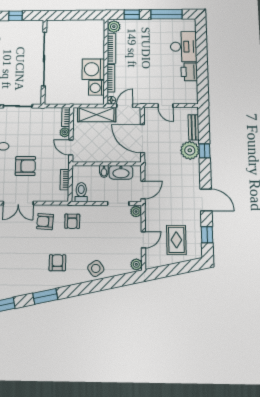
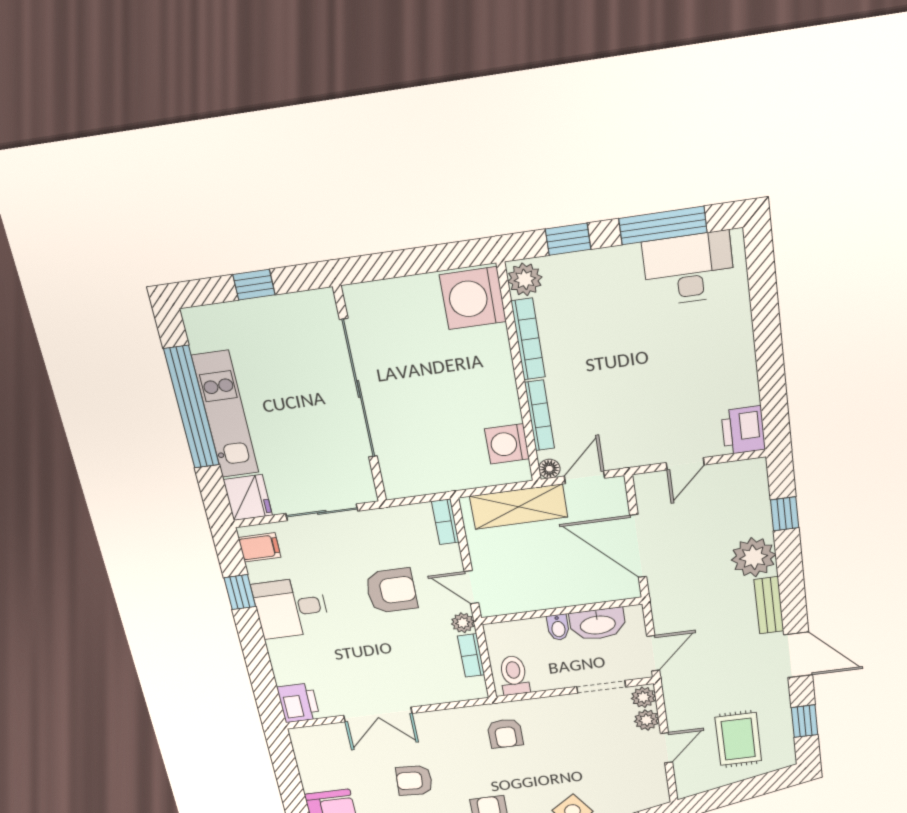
desk: (183, 47) -> (689, 269), moved, turned -90
washing machine: (93, 69) -> (473, 298), moved
printer: (189, 72) -> (743, 430), moved
door: (165, 106) -> (685, 464), hinge flipped
bench: (194, 127) -> (769, 605), moved
plant: (65, 132) -> (463, 623), moved
window: (205, 151) -> (785, 514), moved
armchair: (25, 166) -> (391, 591), moved
armchair: (45, 222) -> (414, 781), moved
plant: (136, 264) -> (646, 720), moved

